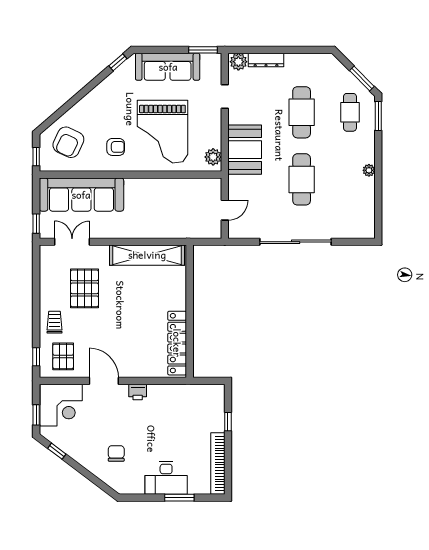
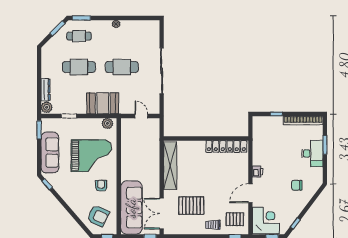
double door: (72, 242) -> (162, 214), width x1.37

